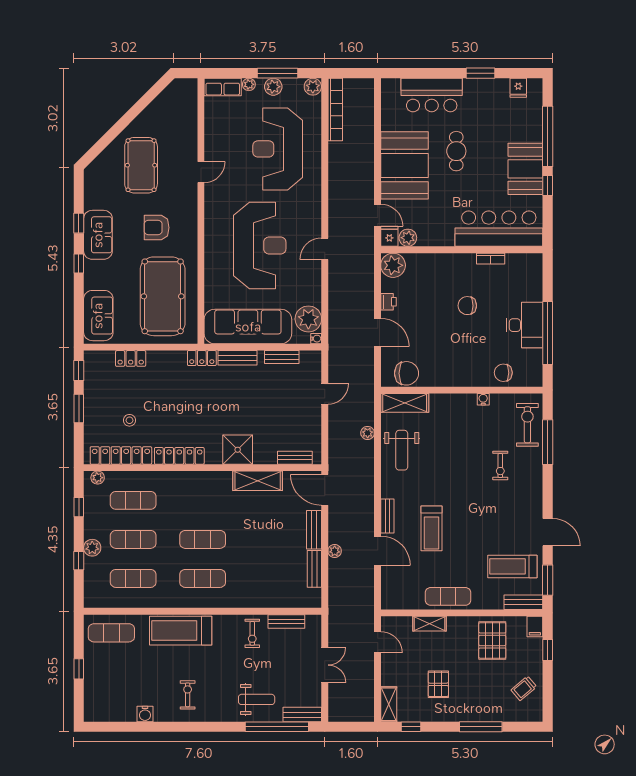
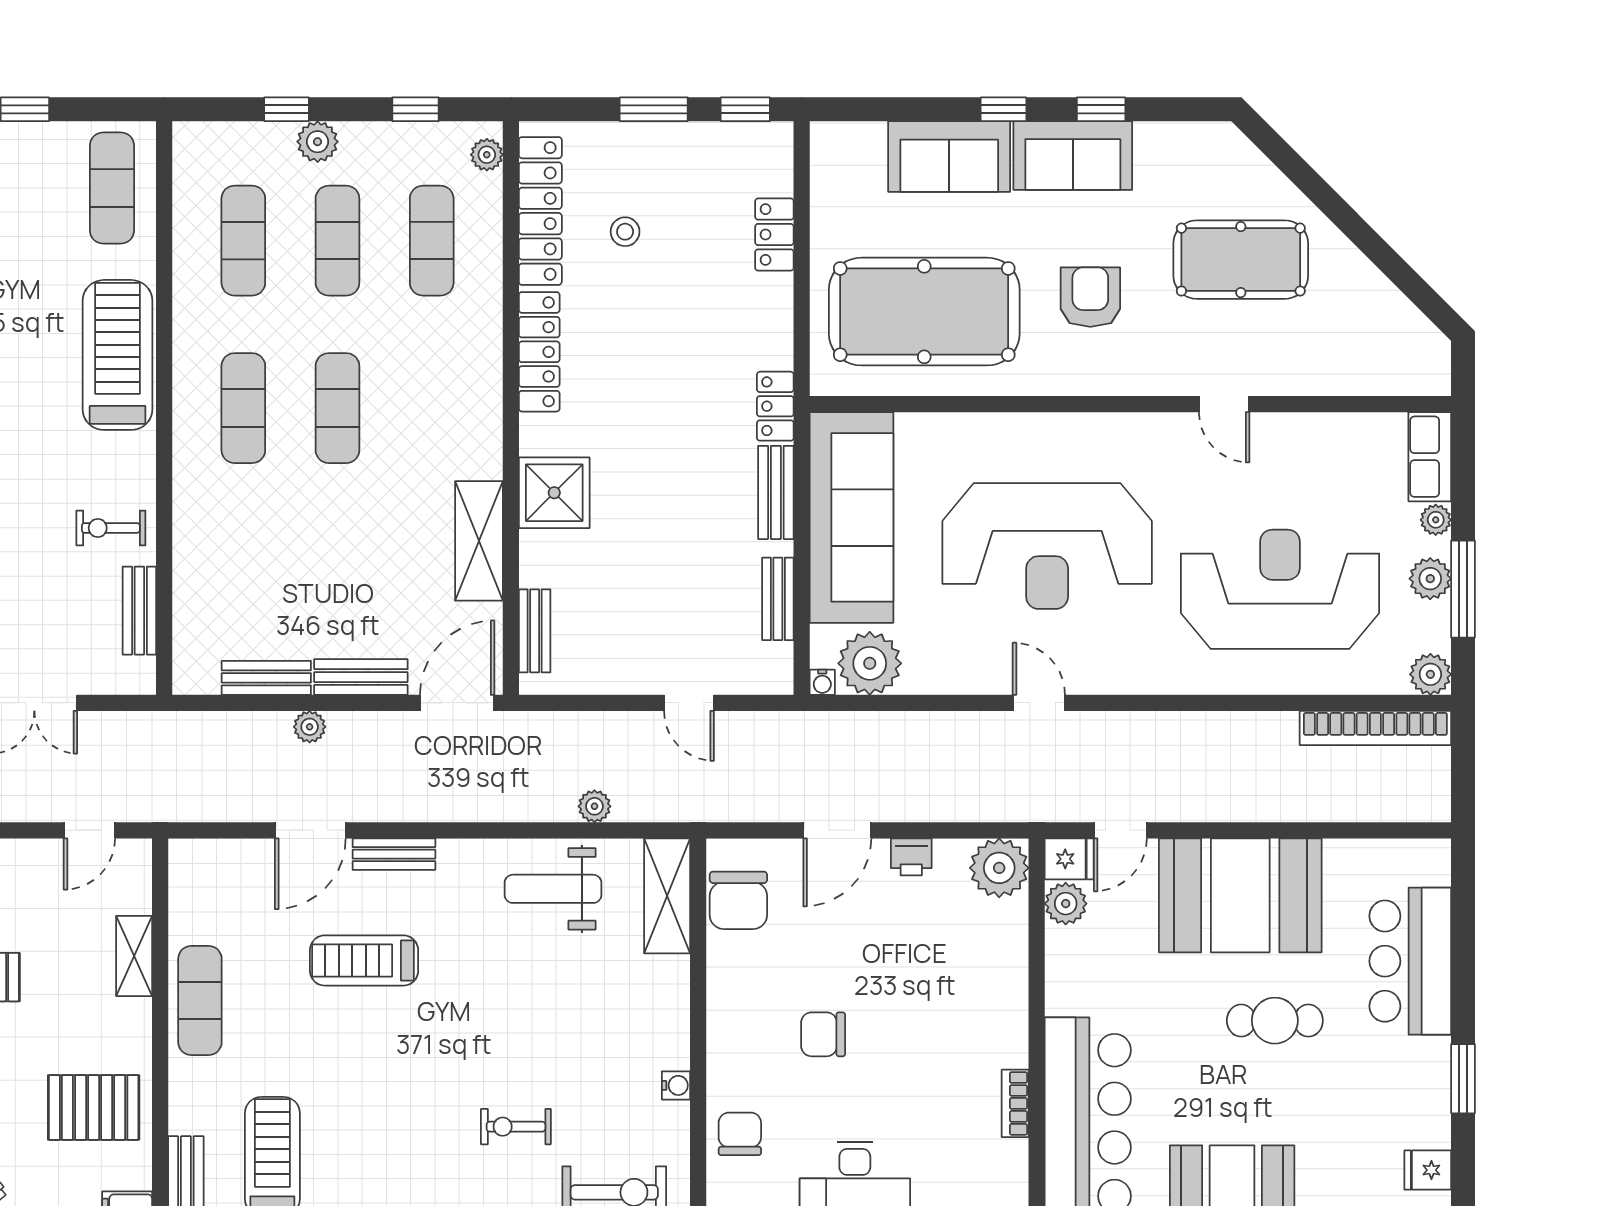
chair: (467, 306) -> (823, 1034), moved, turned -90
sofa: (98, 316) -> (949, 157), moved

